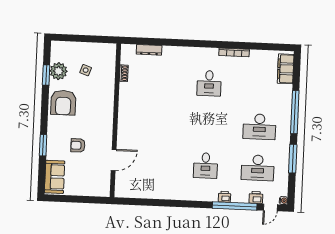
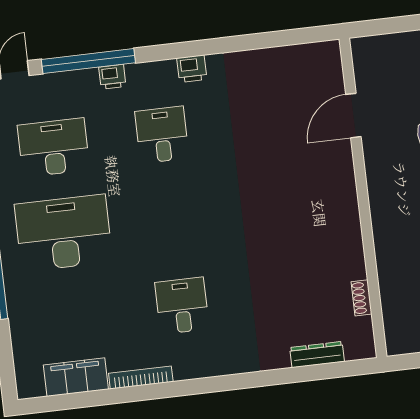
filing cabinet: (286, 69) -> (76, 377), moved, turned -90
desk: (259, 127) -> (64, 233), width x1.36, depth x1.30
printer: (256, 197) -> (192, 69), moved

